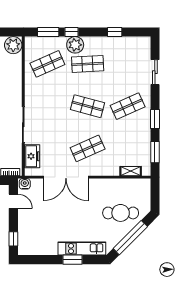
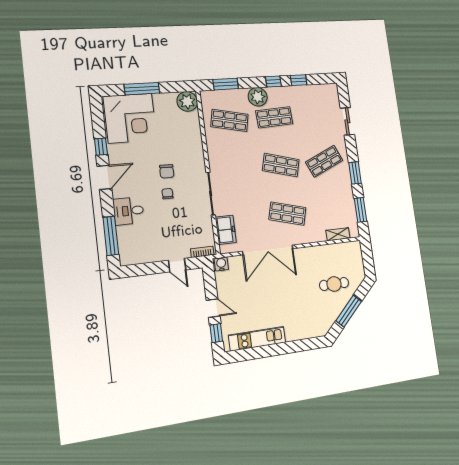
window: (71, 32) -> (273, 81), moved
shop shelf: (47, 64) -> (230, 120), turned 36
shop shelf: (88, 148) -> (287, 214), turned 39
door: (13, 201) -> (213, 308), moved
cafe table: (121, 213) -> (334, 284), width x0.73, depth x0.74
window: (130, 238) -> (349, 311), width x0.68
kitchen unit: (82, 249) -> (257, 339), moved
window: (73, 260) -> (289, 348), removed

